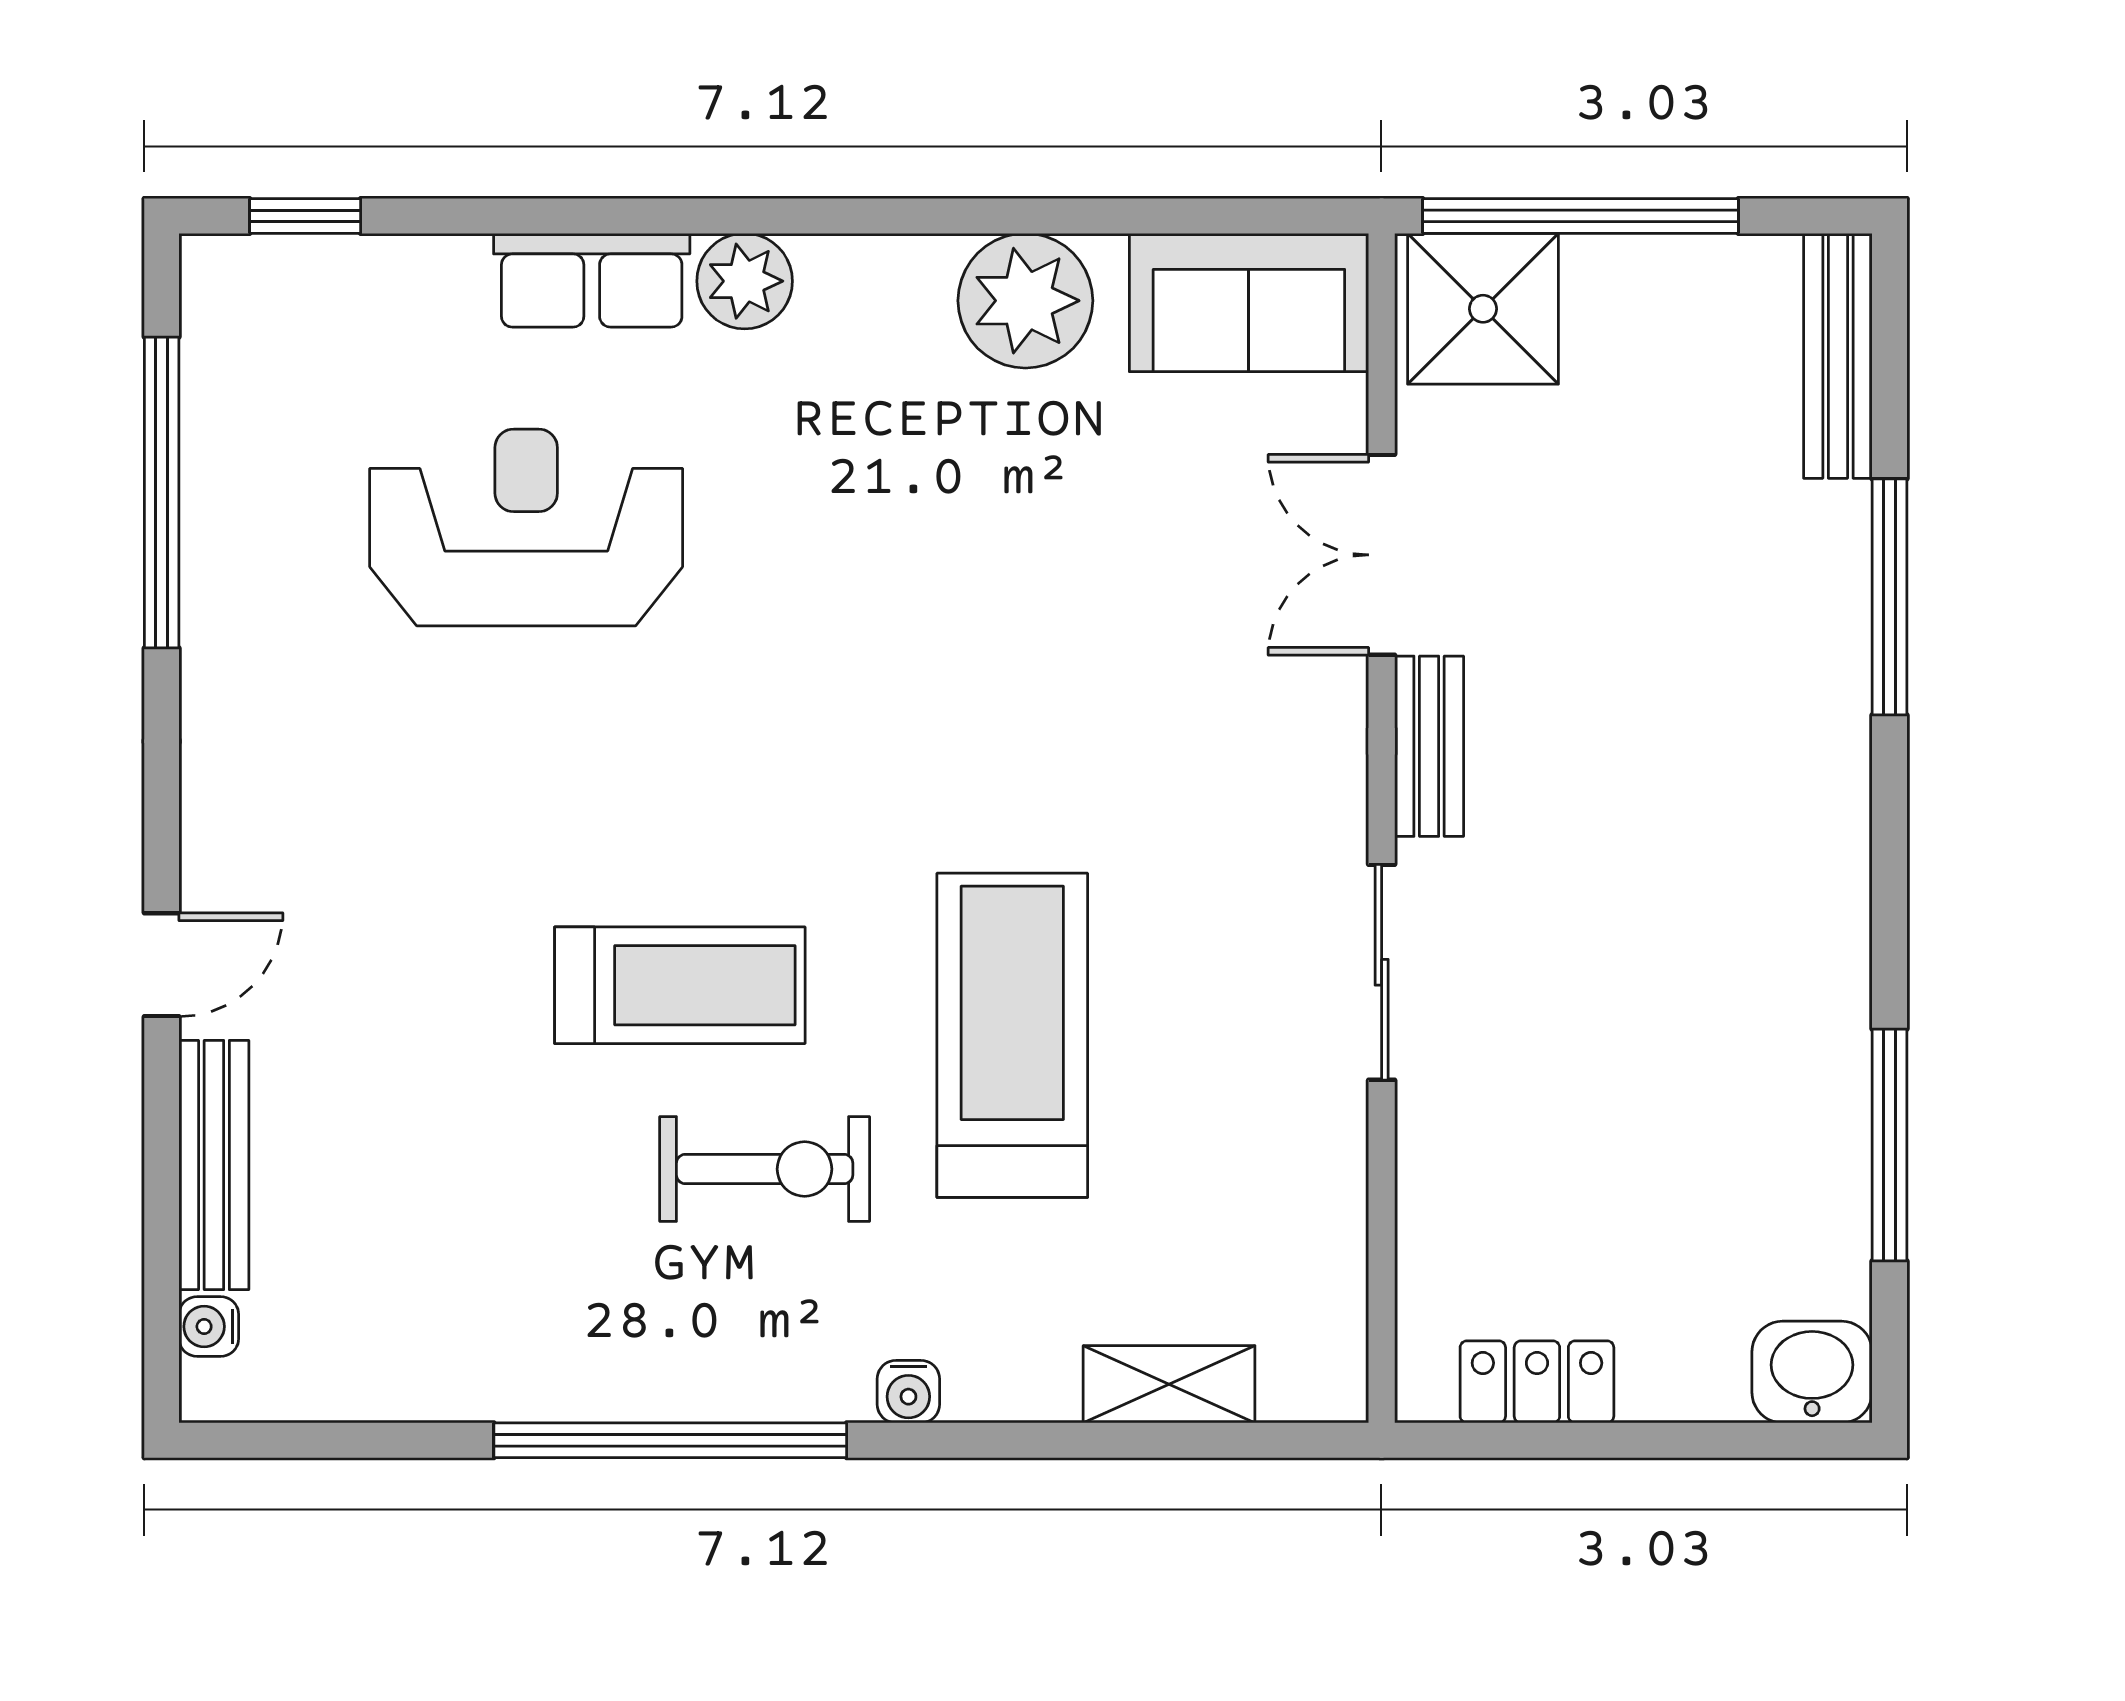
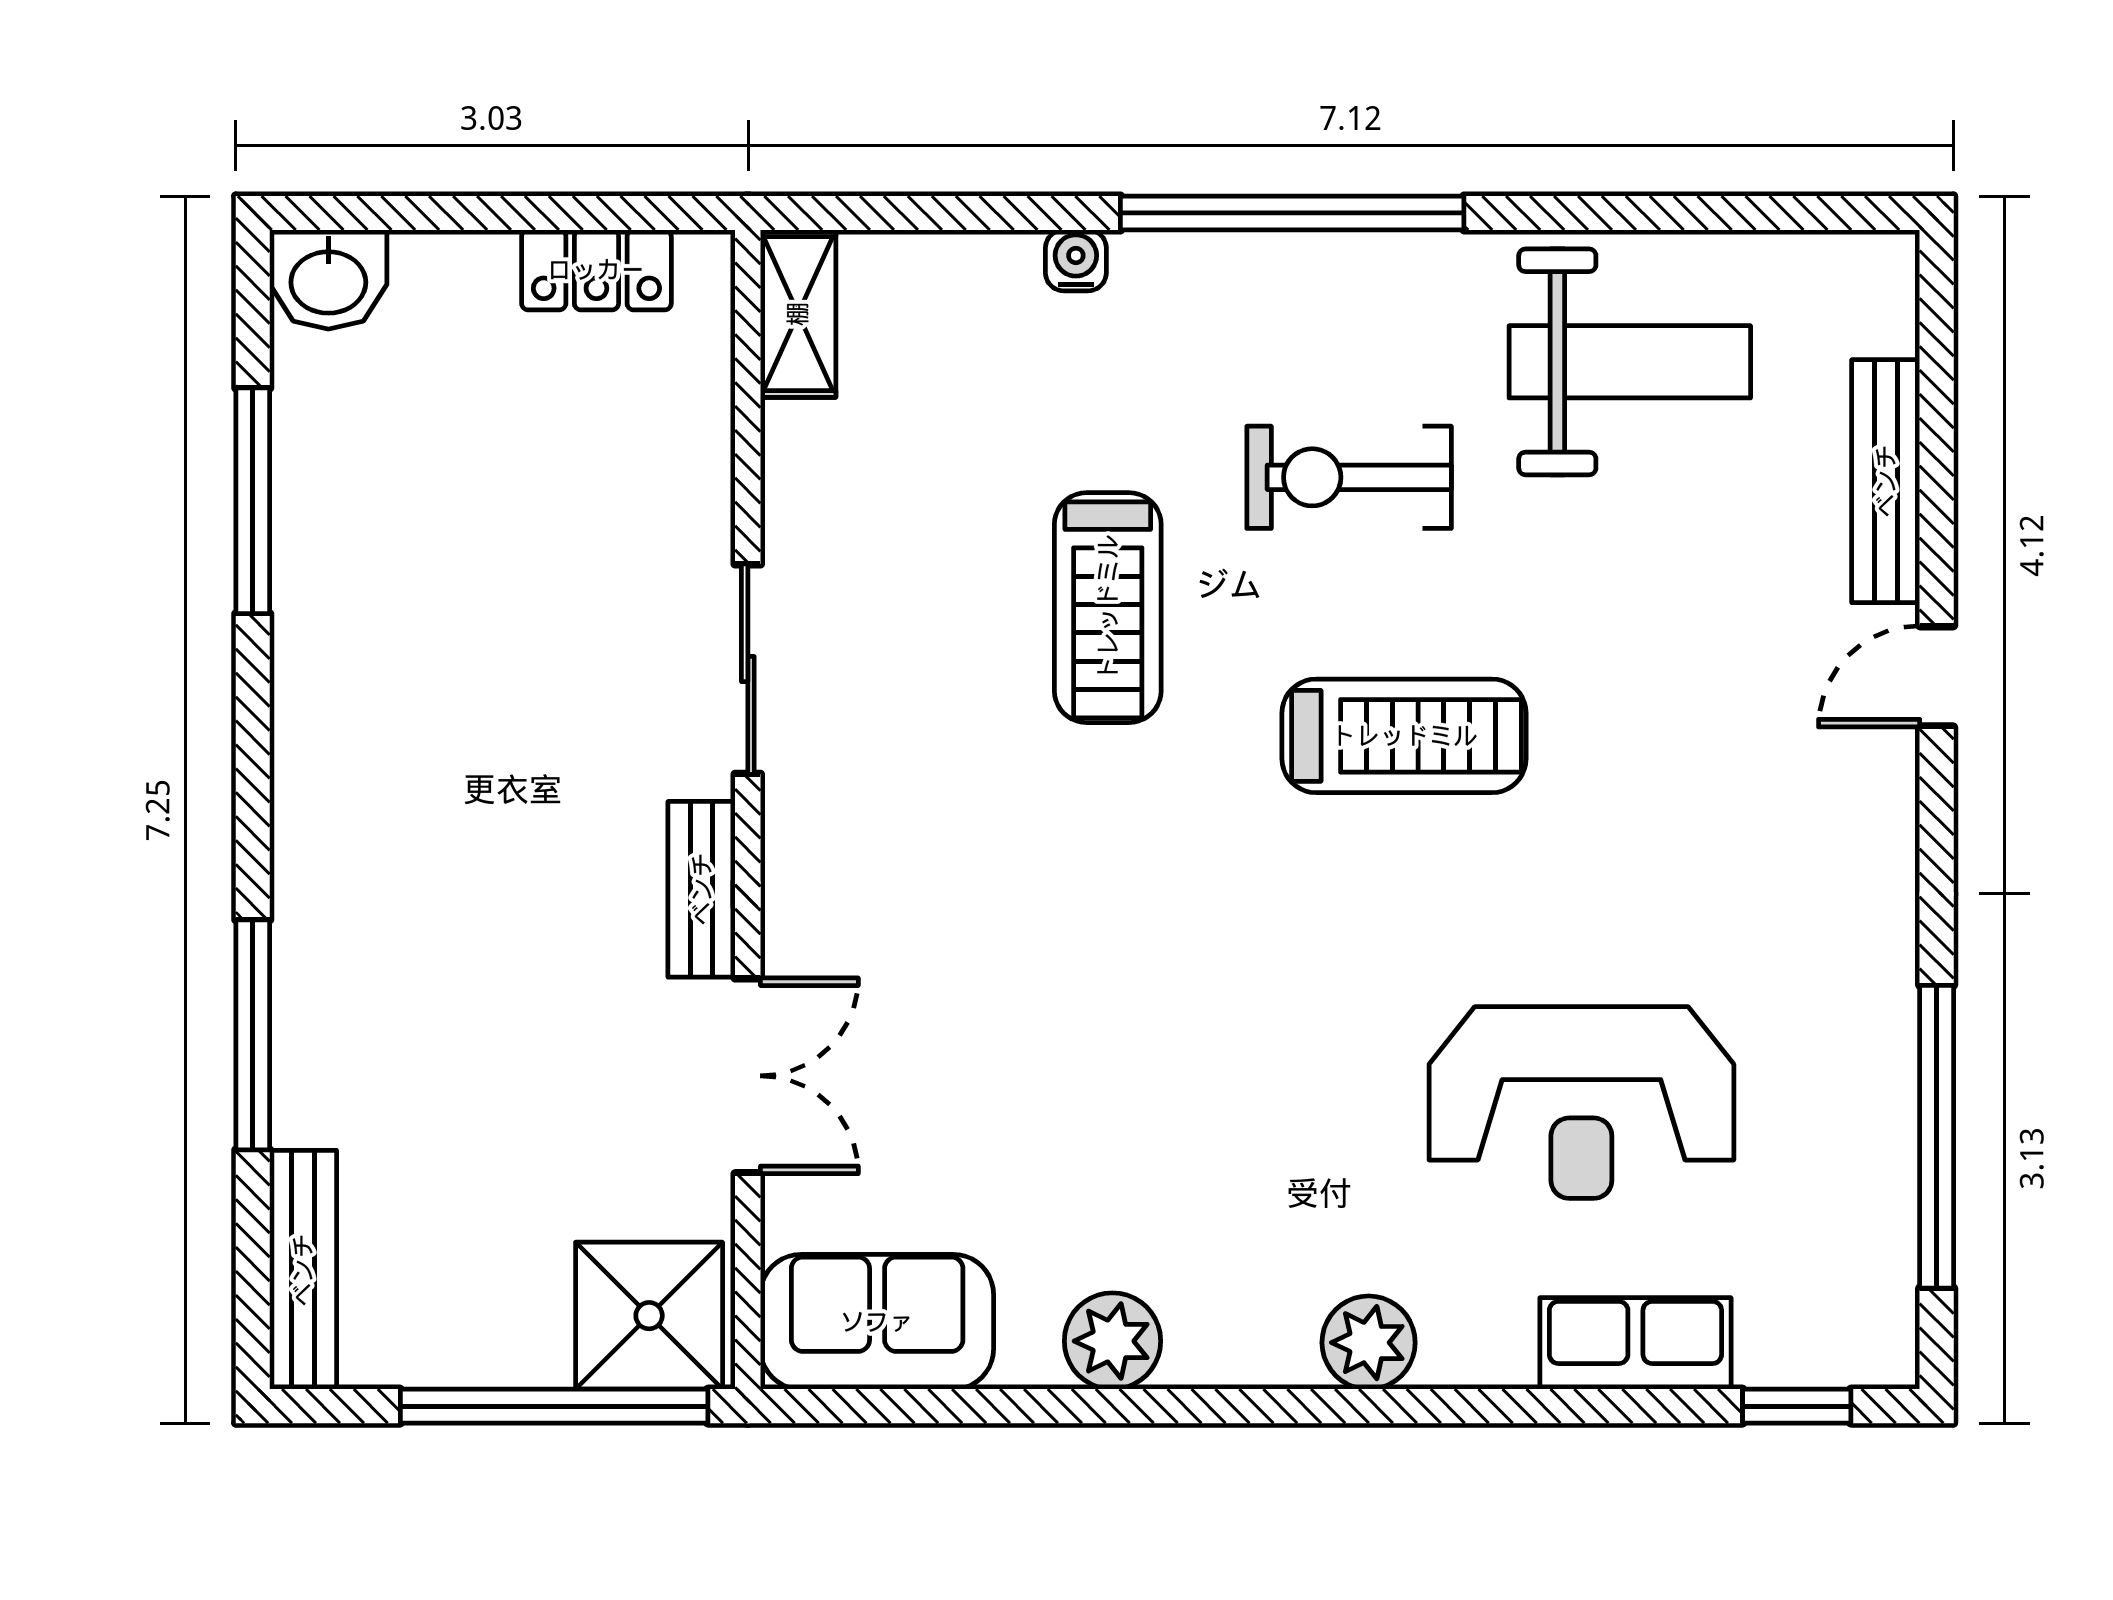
row of seats: (592, 280) -> (1635, 1343), moved
plant: (1025, 301) -> (1112, 1341), width x0.73, depth x0.73
treadmill: (680, 985) -> (1404, 736), moved, turned 180
treadmill: (1012, 1035) -> (1108, 608), width x0.73, depth x0.73
weight bench: (477, 1287) -> (1630, 362), added
water cooler: (209, 1327) -> (1891, 324), removed
shelving: (1169, 1384) -> (798, 314), moved, turned 90
water cooler: (908, 1392) -> (1076, 260), moved
window: (670, 1440) -> (1292, 213), moved

